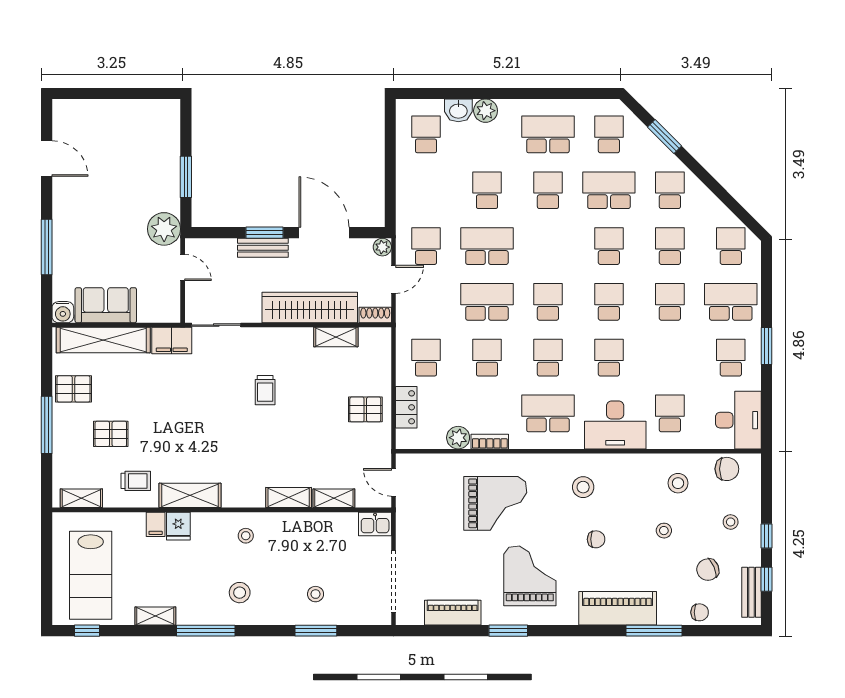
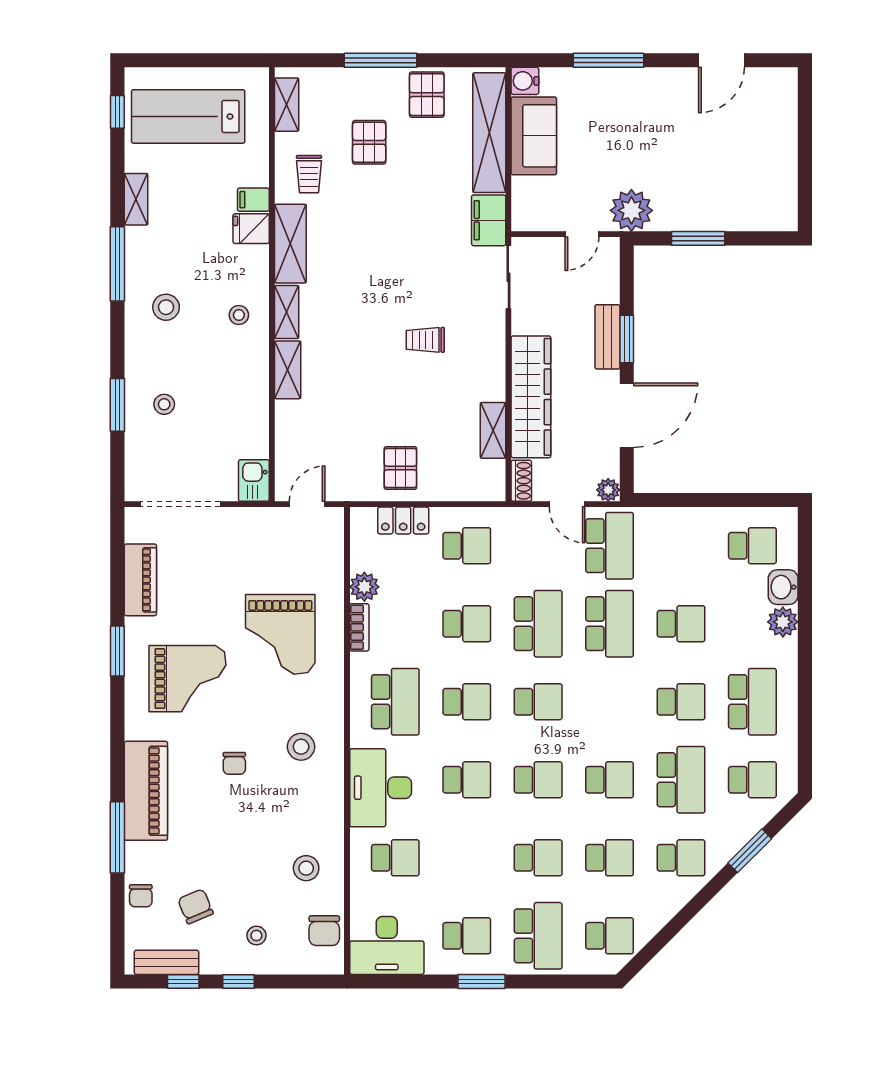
school desk: (426, 246) -> (610, 546), width x1.85
shelving: (334, 498) -> (287, 312), moved
stool: (664, 531) -> (245, 850), removed

